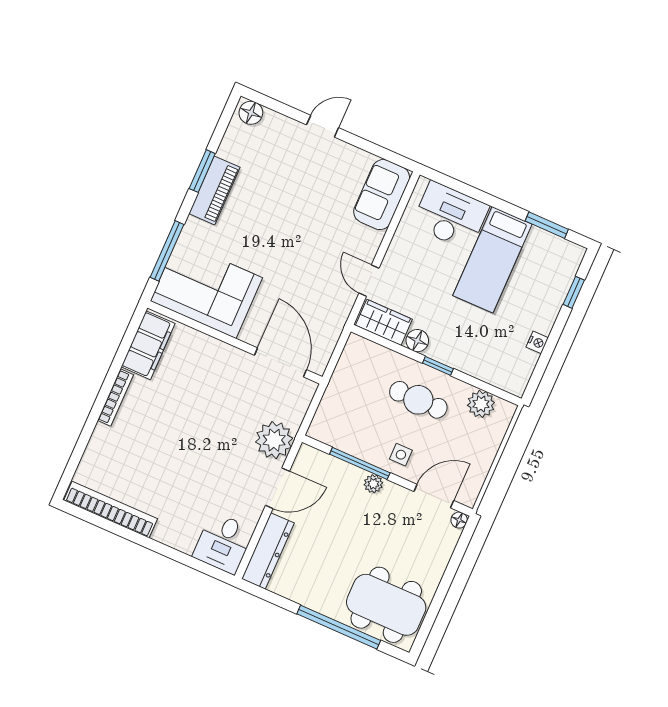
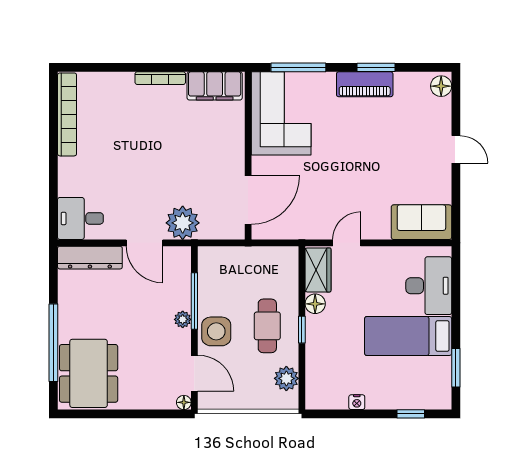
side table: (401, 455) -> (216, 331), width x1.87, depth x1.87

